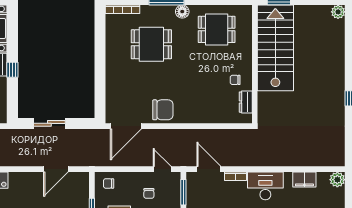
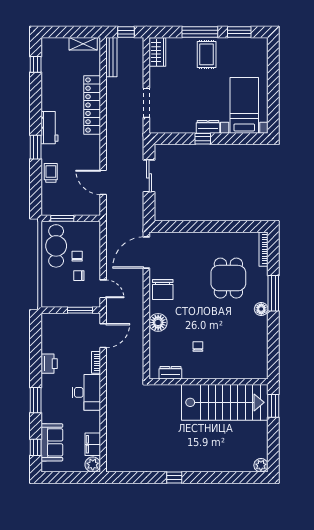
dining table: (217, 29) -> (243, 343), removed
chair: (235, 80) -> (198, 346), moved
floor lamp: (196, 114) -> (158, 322), added
door: (126, 126) -> (146, 252), hinge flipped
door: (162, 169) -> (103, 289), hinge flipped
filing cabinet: (304, 180) -> (93, 444), moved
chair: (109, 183) -> (77, 256), moved

